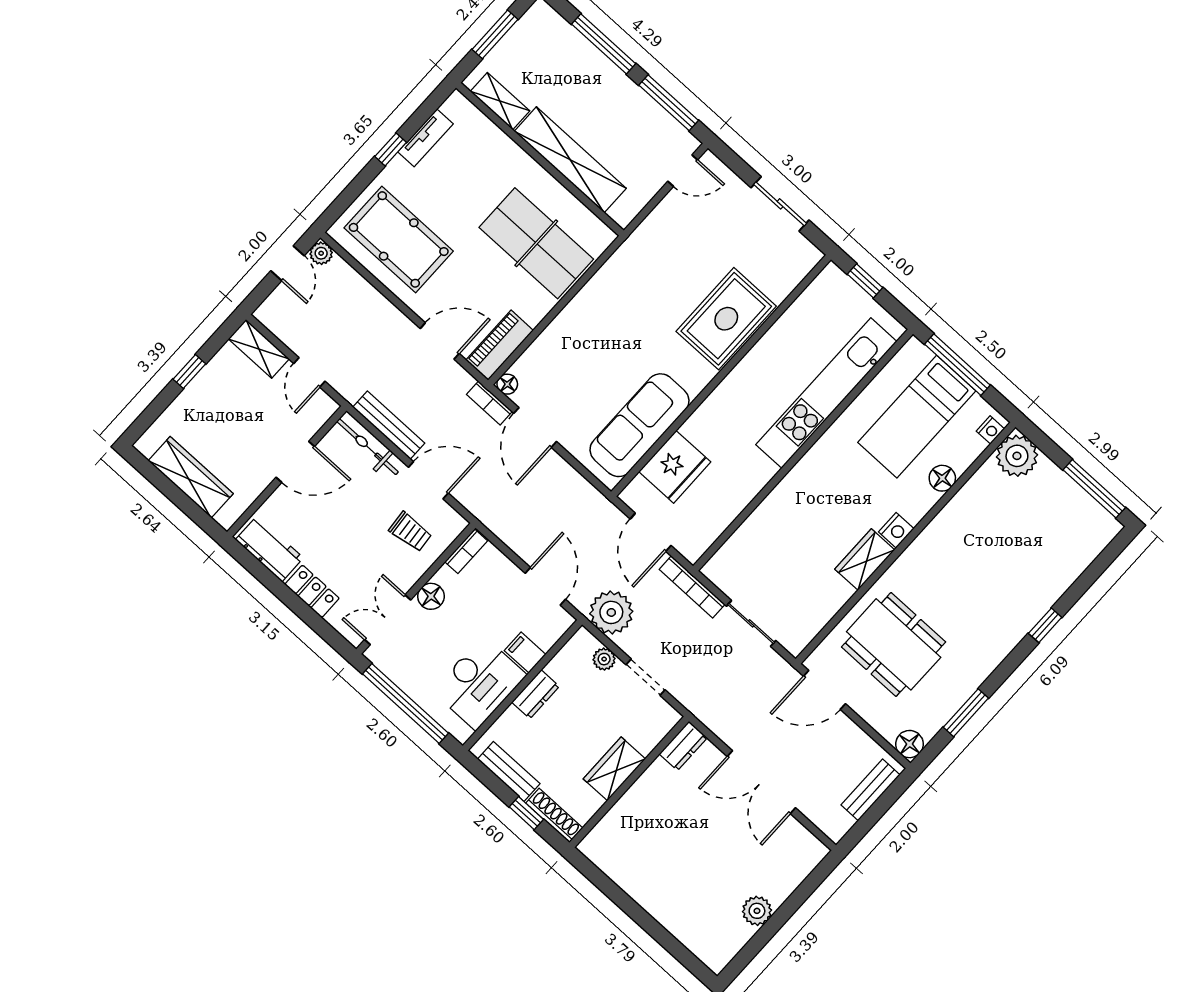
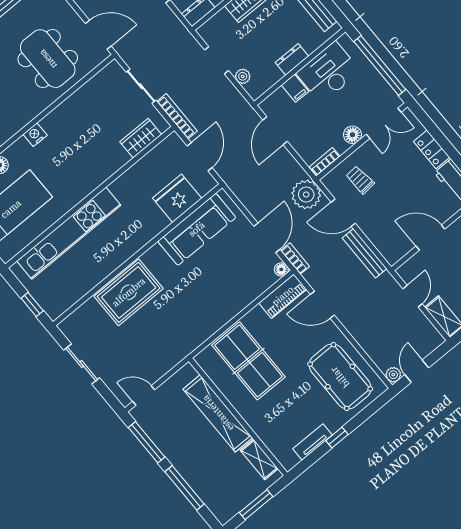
bicycle: (368, 447) -> (381, 241), removed
wardrobe: (865, 560) -> (141, 138), moved, turned 180
plant: (611, 612) -> (306, 194), moved

